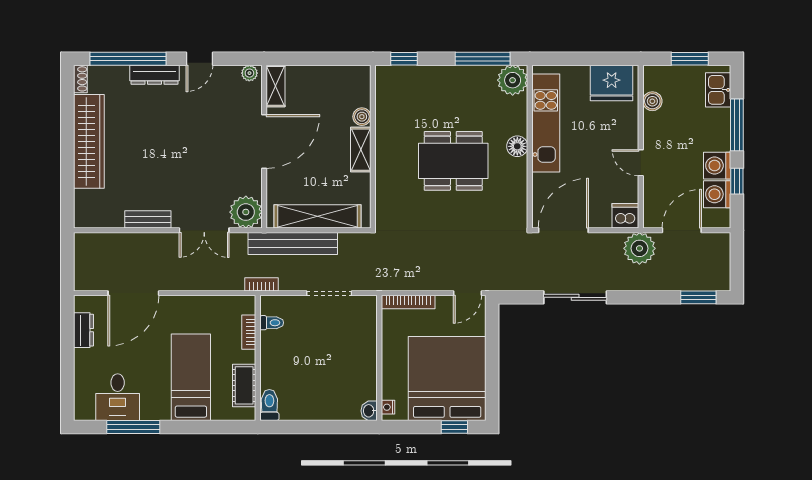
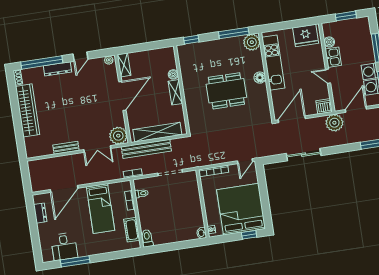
kitchen sink: (718, 90) -> (333, 57), moved, turned 180
bed: (191, 377) -> (100, 209), moved, turned 180

